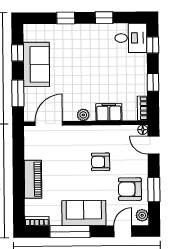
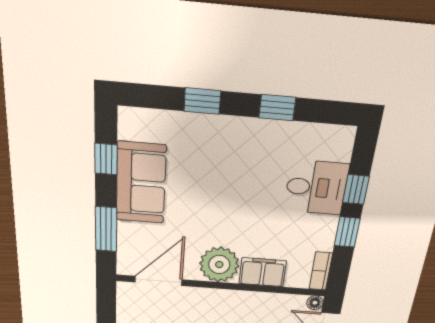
desk: (131, 38) -> (316, 188), moved
window: (153, 45) -> (356, 189), moved
plant: (83, 115) -> (219, 265), width x1.88, depth x1.88

